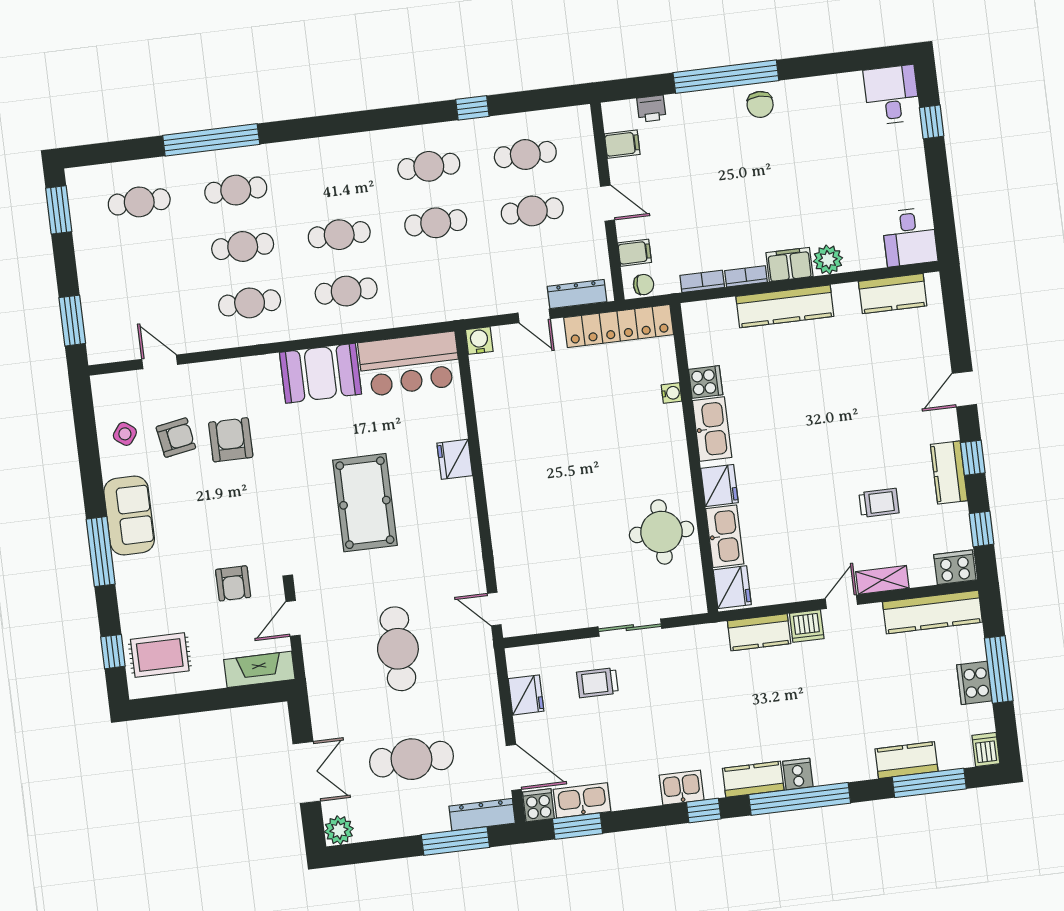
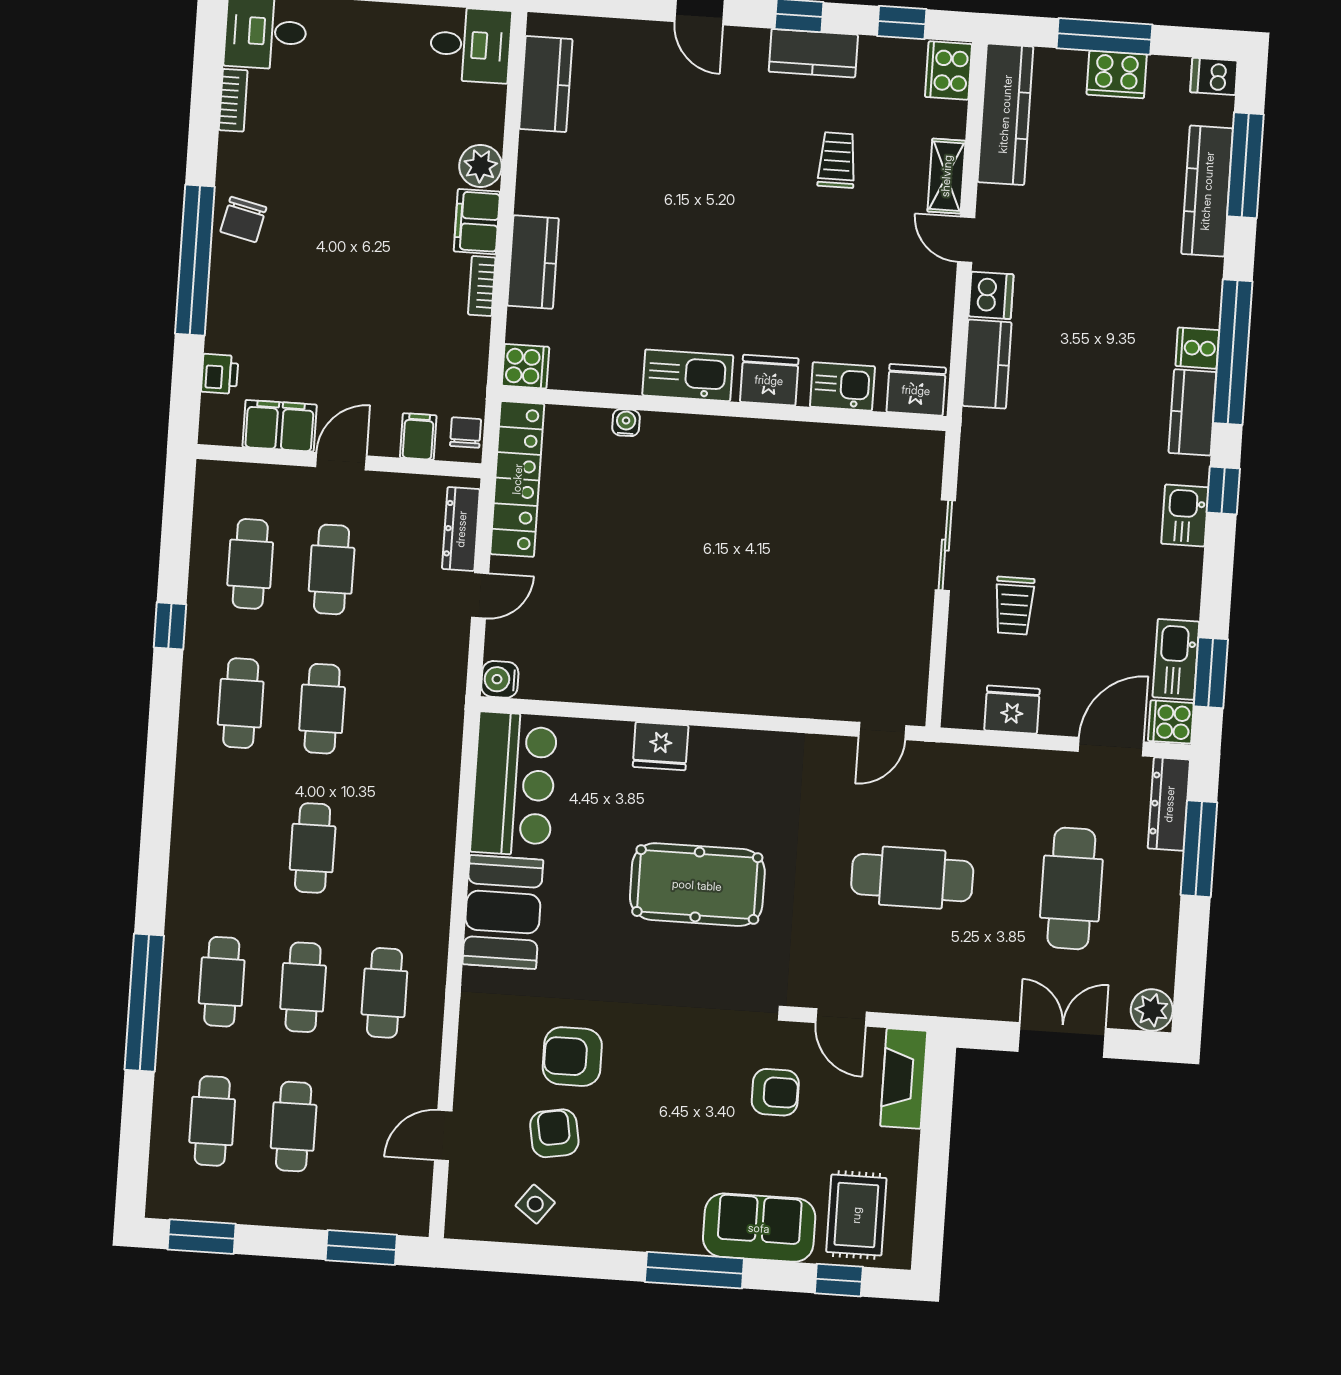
chair: (760, 104) -> (243, 219), turned 103
filing cabinet: (622, 144) -> (280, 426), width x2.00
bookcase: (702, 281) -> (233, 100), moved, turned 180
cafe table: (346, 291) -> (294, 1127), moved
kitchen counter: (785, 306) -> (533, 262), width x0.67
cooker: (706, 382) -> (525, 366), moved, turned 90
sofa: (129, 516) -> (759, 1228), moved
round table: (661, 532) -> (819, 474), removed
kitchen sink: (725, 536) -> (842, 387), width x0.73
kitchen counter: (906, 760) -> (1207, 191), width x1.50

